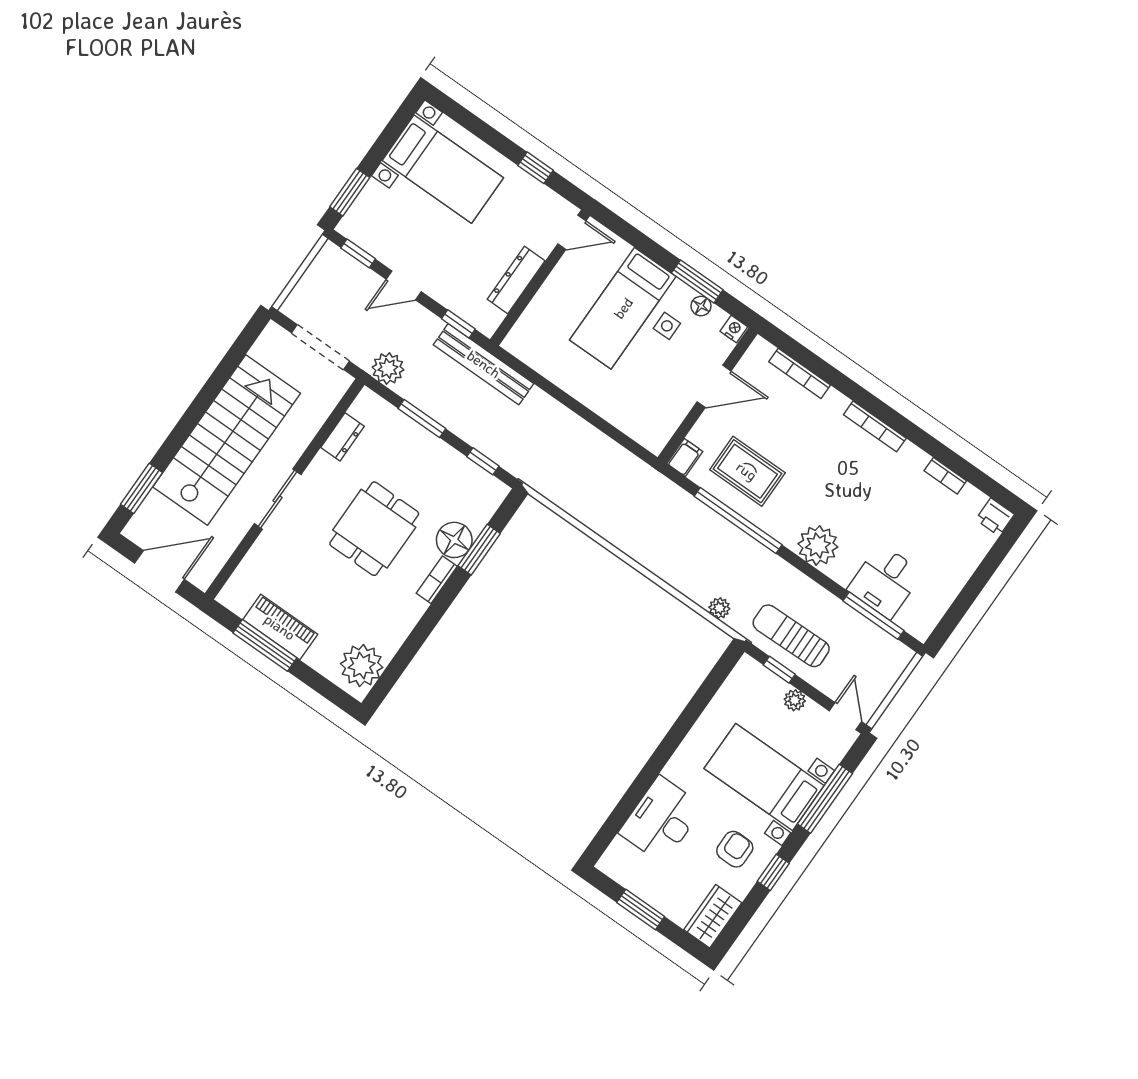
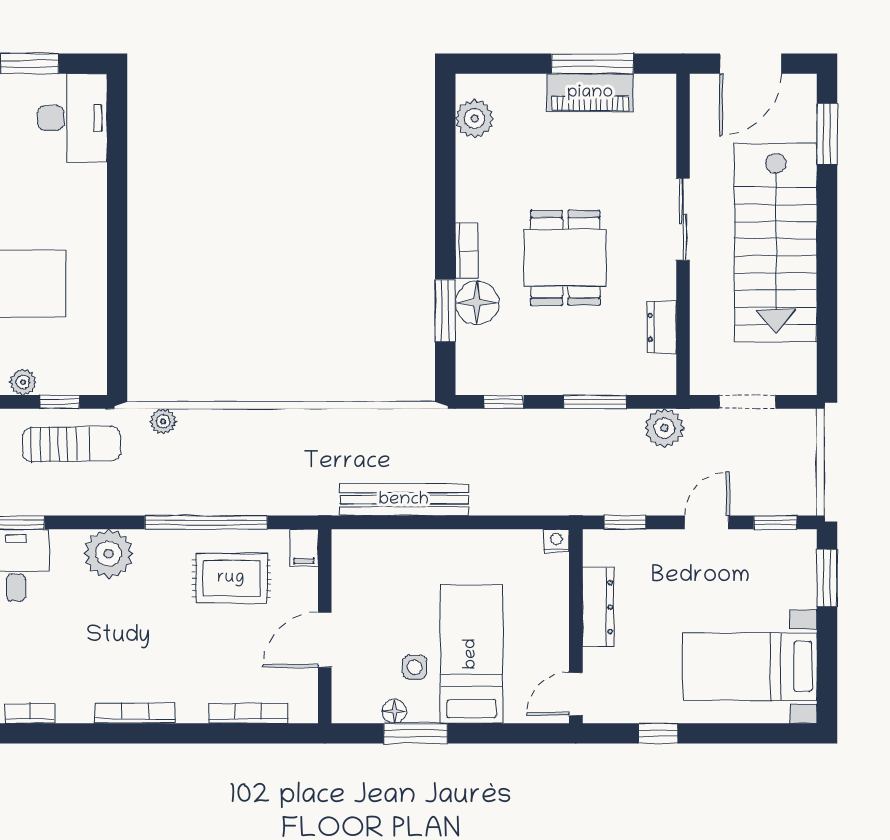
nightstand: (734, 329) -> (557, 541), moved, turned 180
doorway: (320, 347) -> (747, 402), width x0.73
bench: (484, 364) -> (404, 500), moved
plant: (362, 666) -> (474, 119), width x0.73, depth x0.73
desk: (661, 820) -> (72, 118), moved

